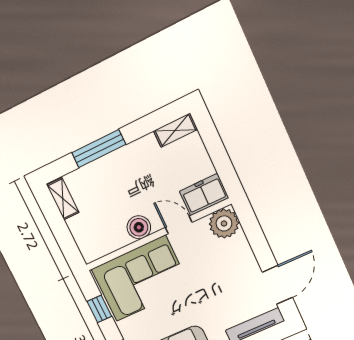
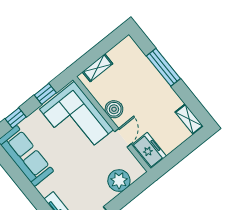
shelving: (63, 199) -> (98, 68), moved
plant: (224, 223) -> (119, 181), moved

